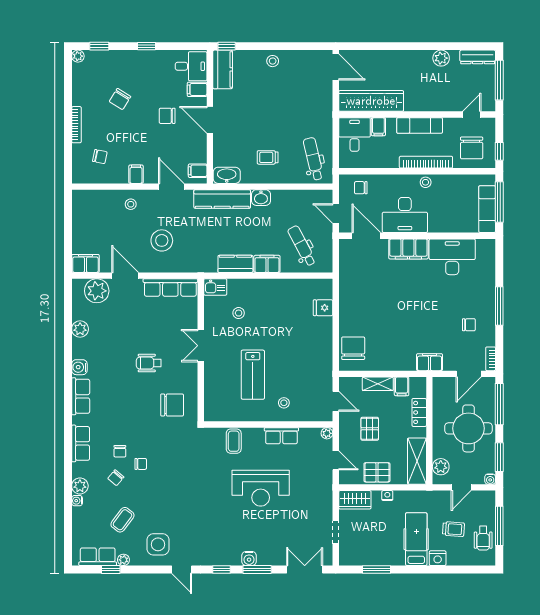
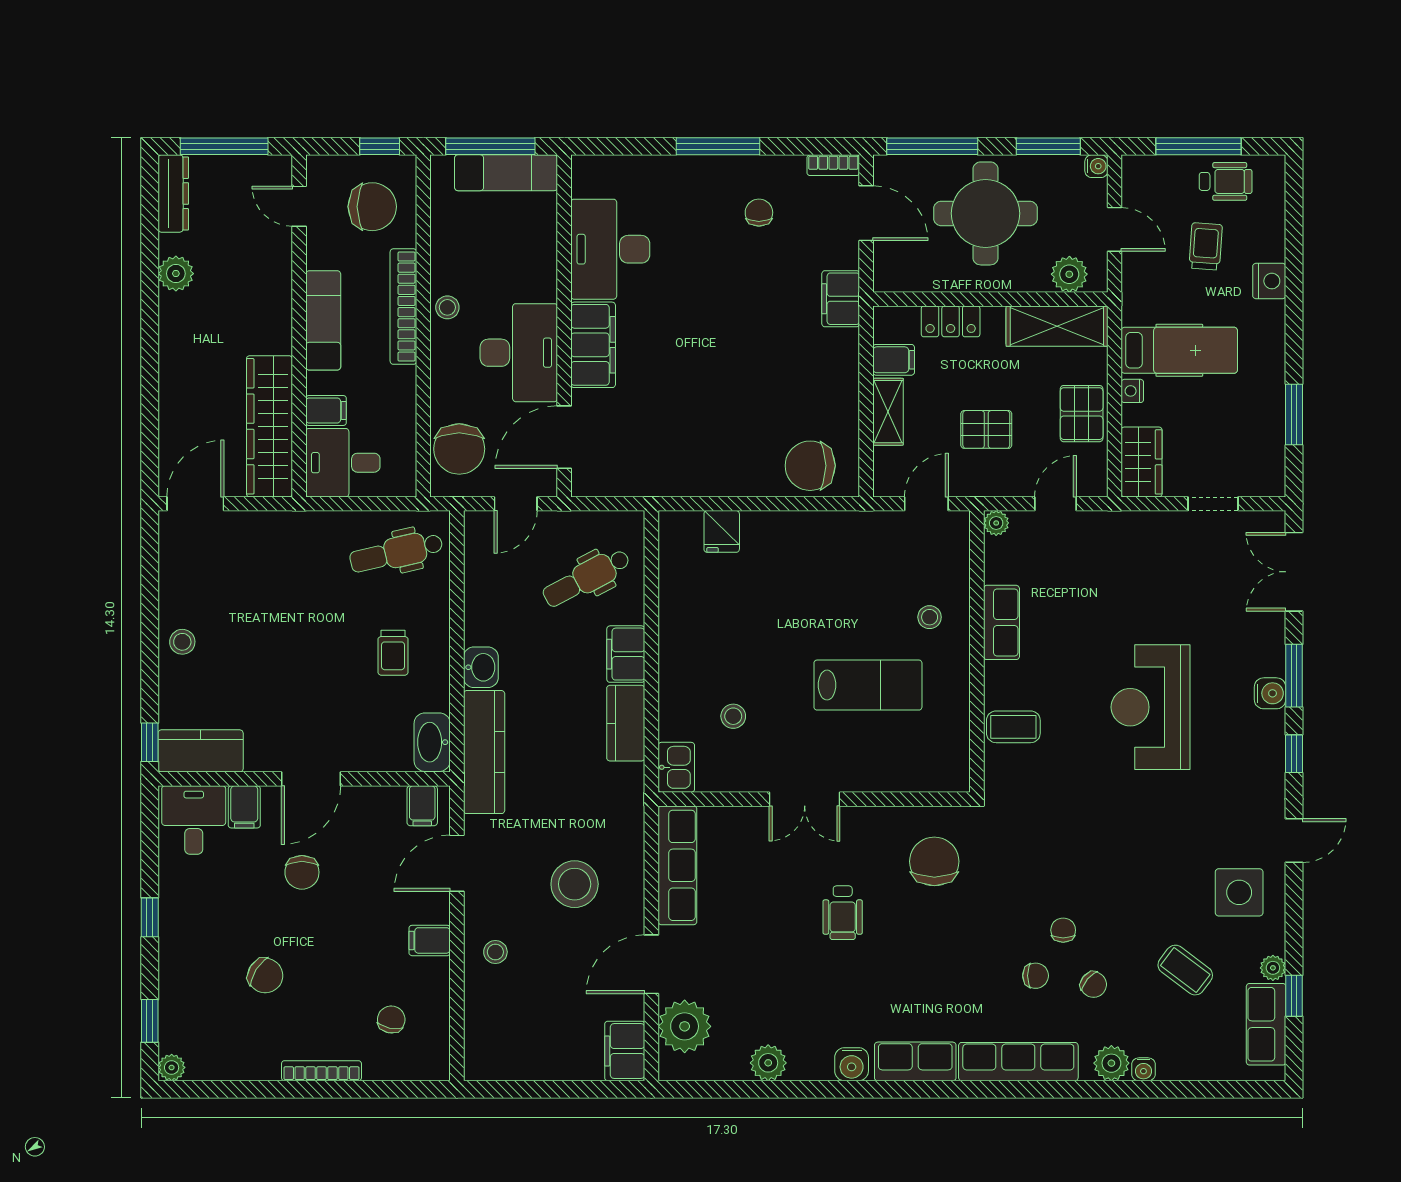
chair: (361, 188) -> (459, 449), width x1.87, depth x1.87
row of seats: (81, 443) -> (1018, 1062), width x1.48
reception desk: (261, 488) -> (1151, 707), moved, turned 180
hospital bed: (416, 539) -> (1179, 350), moved, turned 180

